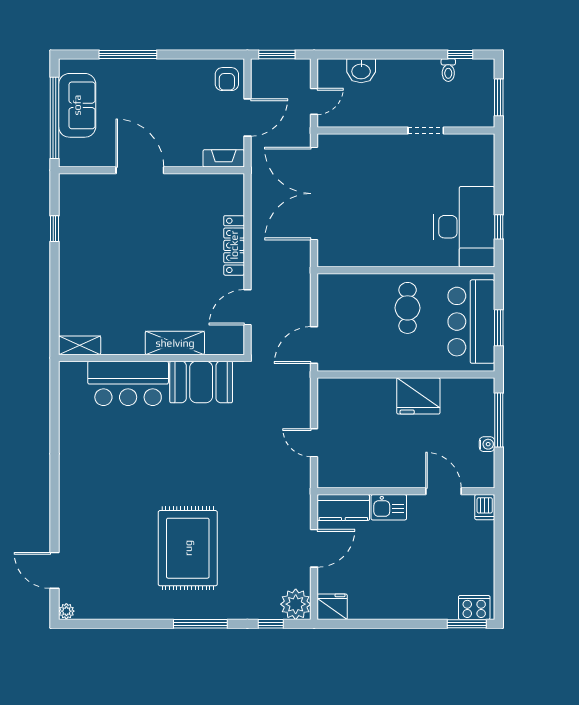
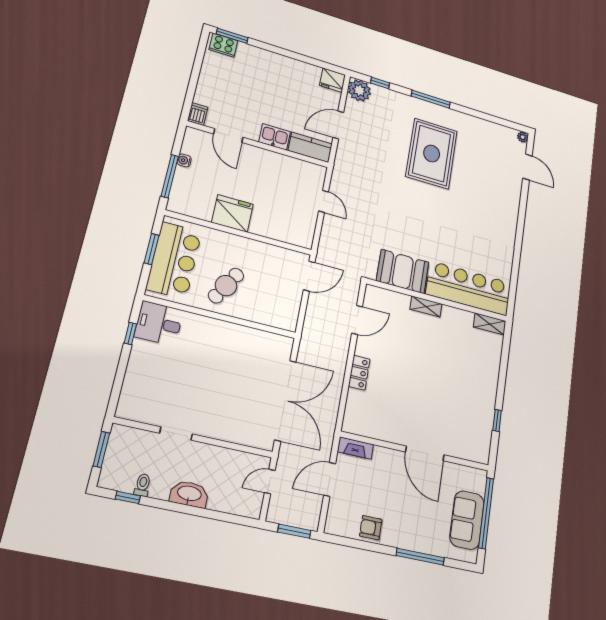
washbasin: (361, 71) -> (189, 494), moved, width x1.38
armchair: (227, 79) -> (371, 528), moved, turned -90
desk: (464, 227) -> (159, 323), width x0.53, depth x0.77
locker: (234, 245) -> (359, 373), width x0.66
cafe table: (408, 308) -> (226, 286), turned 30
shelving: (175, 343) -> (426, 306), width x0.67, depth x0.75
bar counter: (128, 383) -> (469, 288), width x1.36

